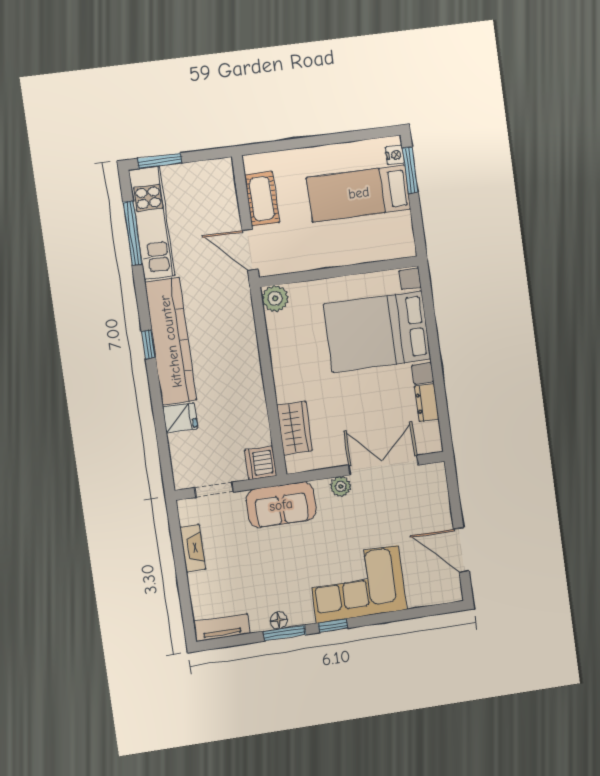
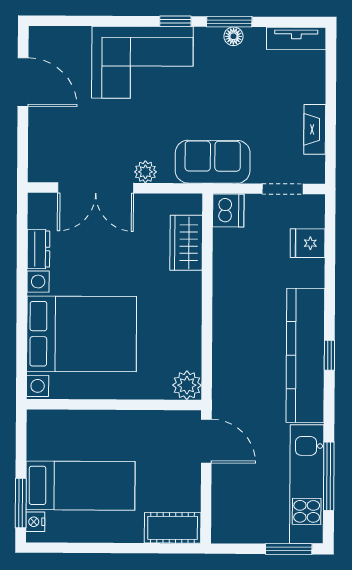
cot: (262, 199) -> (173, 528), moved, turned 90
fridge: (180, 418) -> (308, 243), moved

